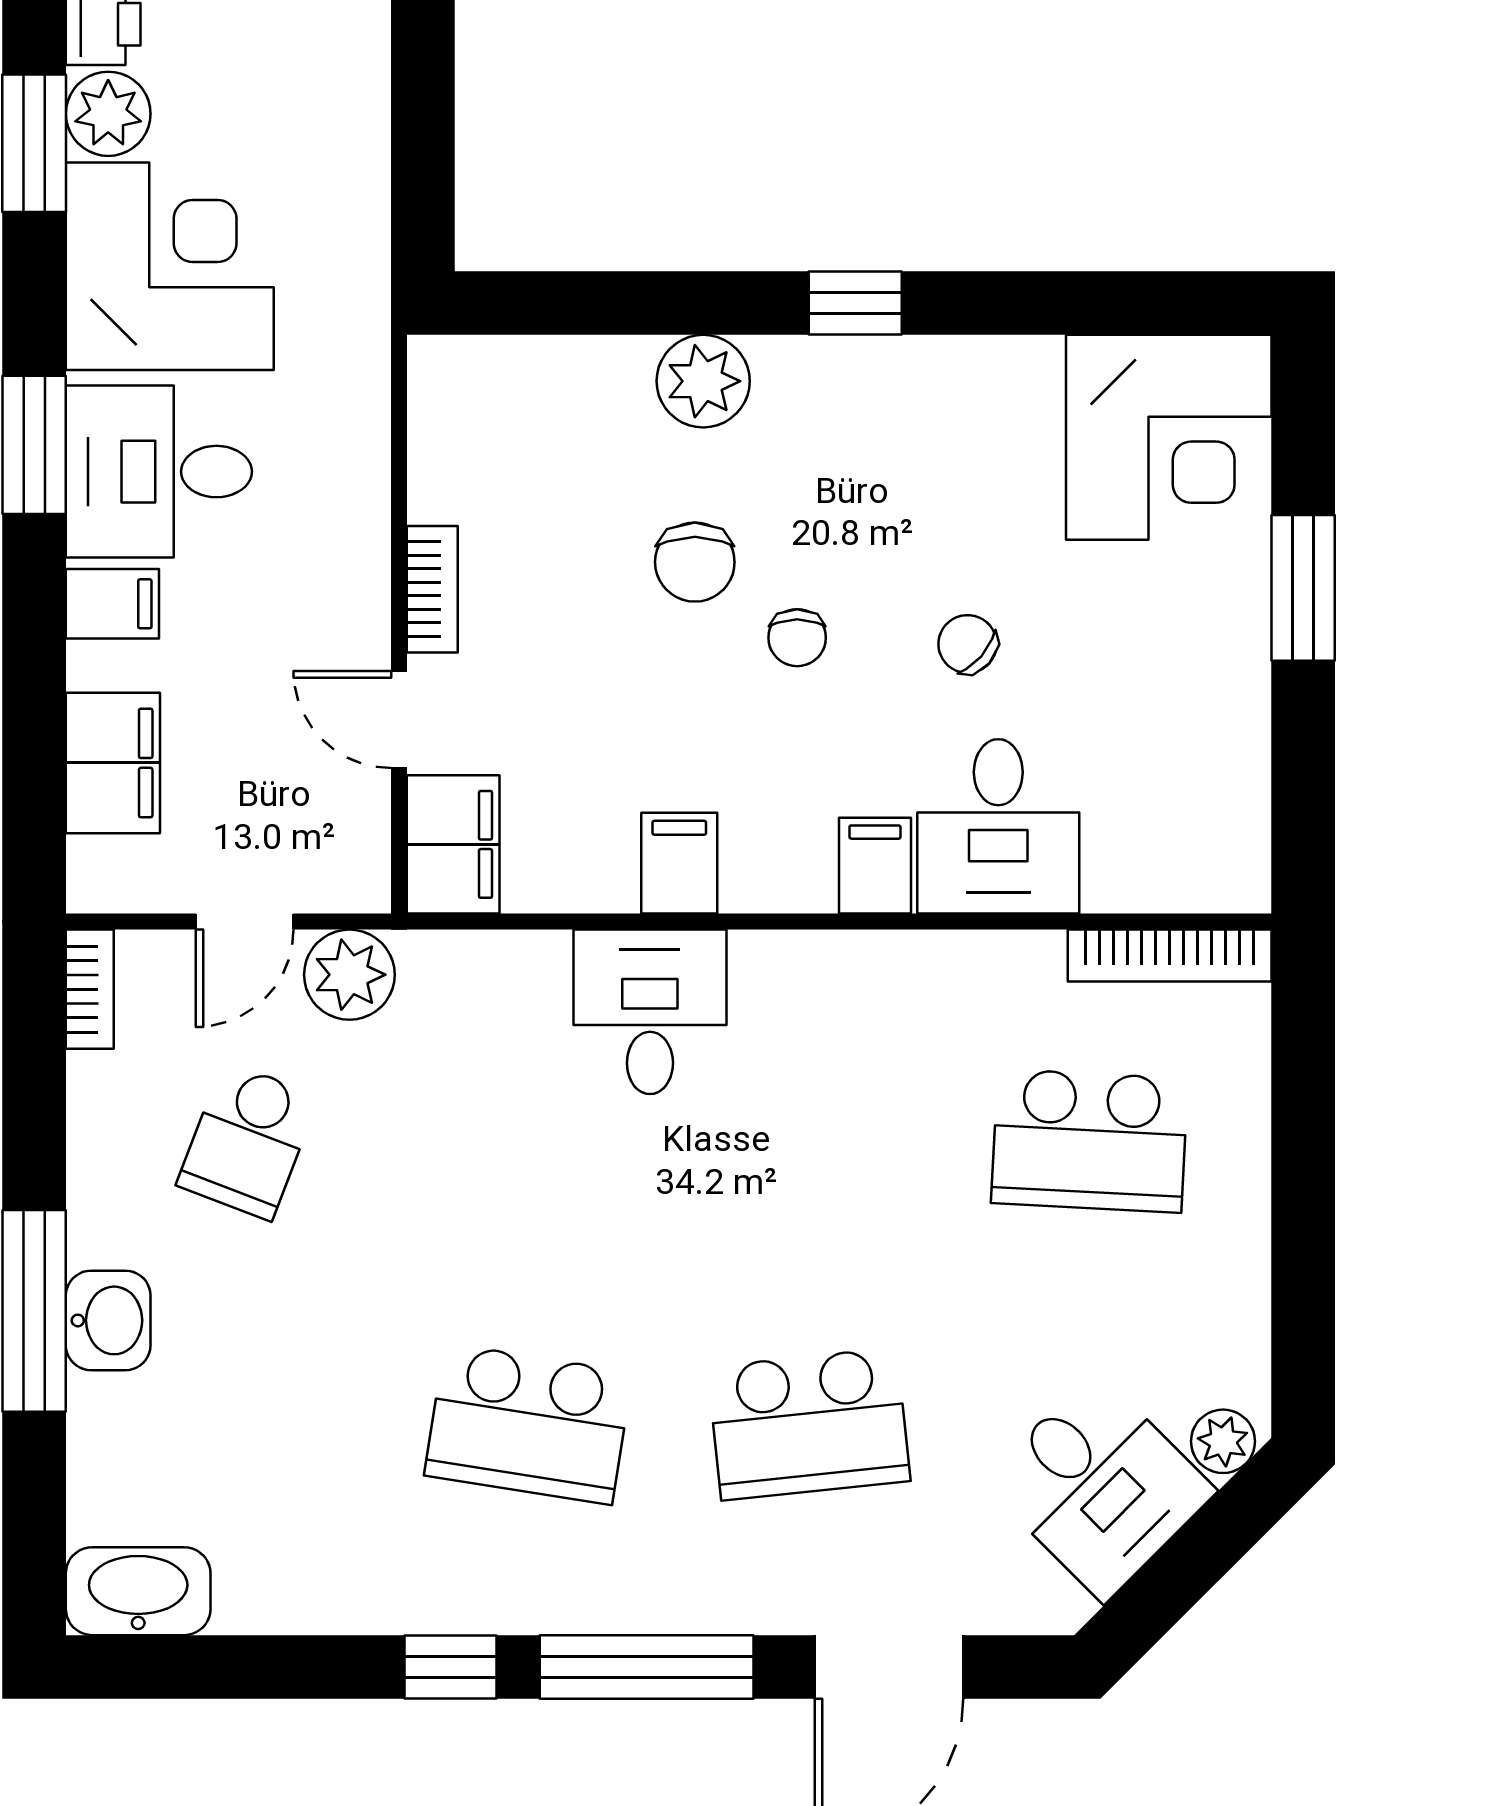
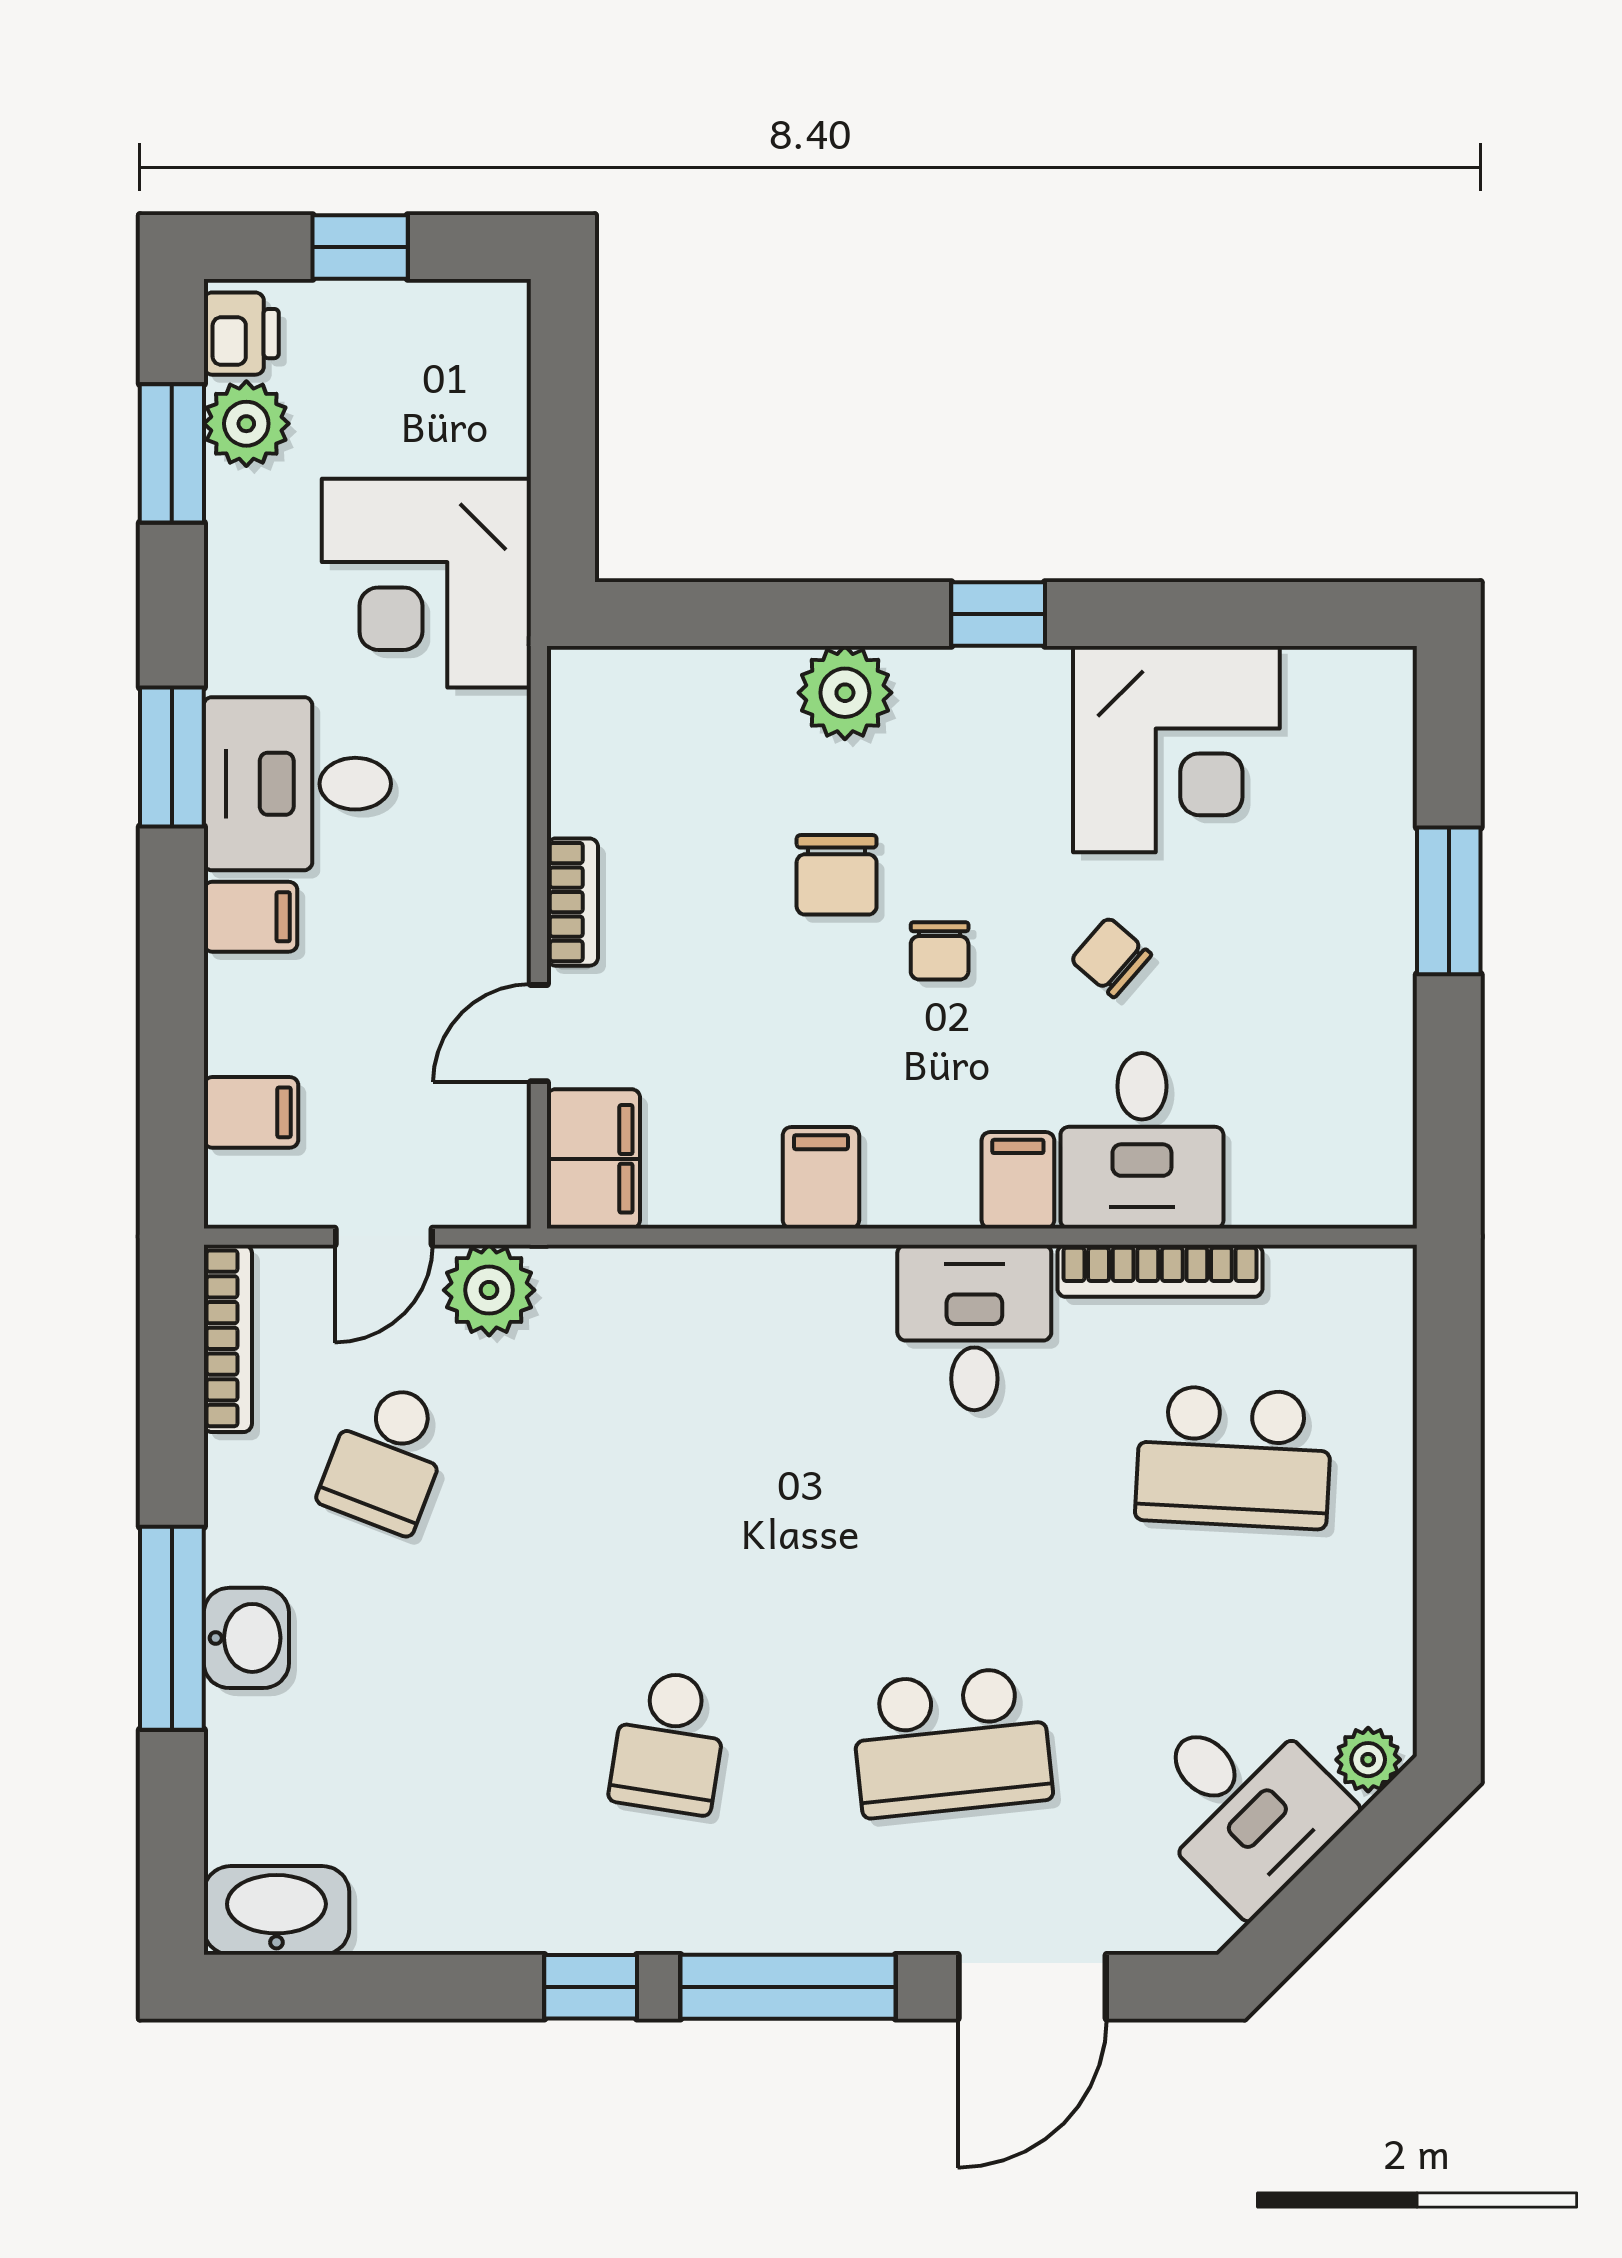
corner desk: (170, 266) -> (426, 583), moved, turned 180
corner desk: (1169, 437) -> (1176, 749), moved
door: (399, 719) -> (539, 1033), hinge flipped
filing cabinet: (113, 763) -> (251, 1112), width x0.50
bookcase: (1170, 956) -> (1160, 1271), moved
bookcase: (90, 989) -> (228, 1338), width x1.56
desk: (650, 1012) -> (974, 1327), moved
school desk: (528, 1424) -> (669, 1742), width x0.54

